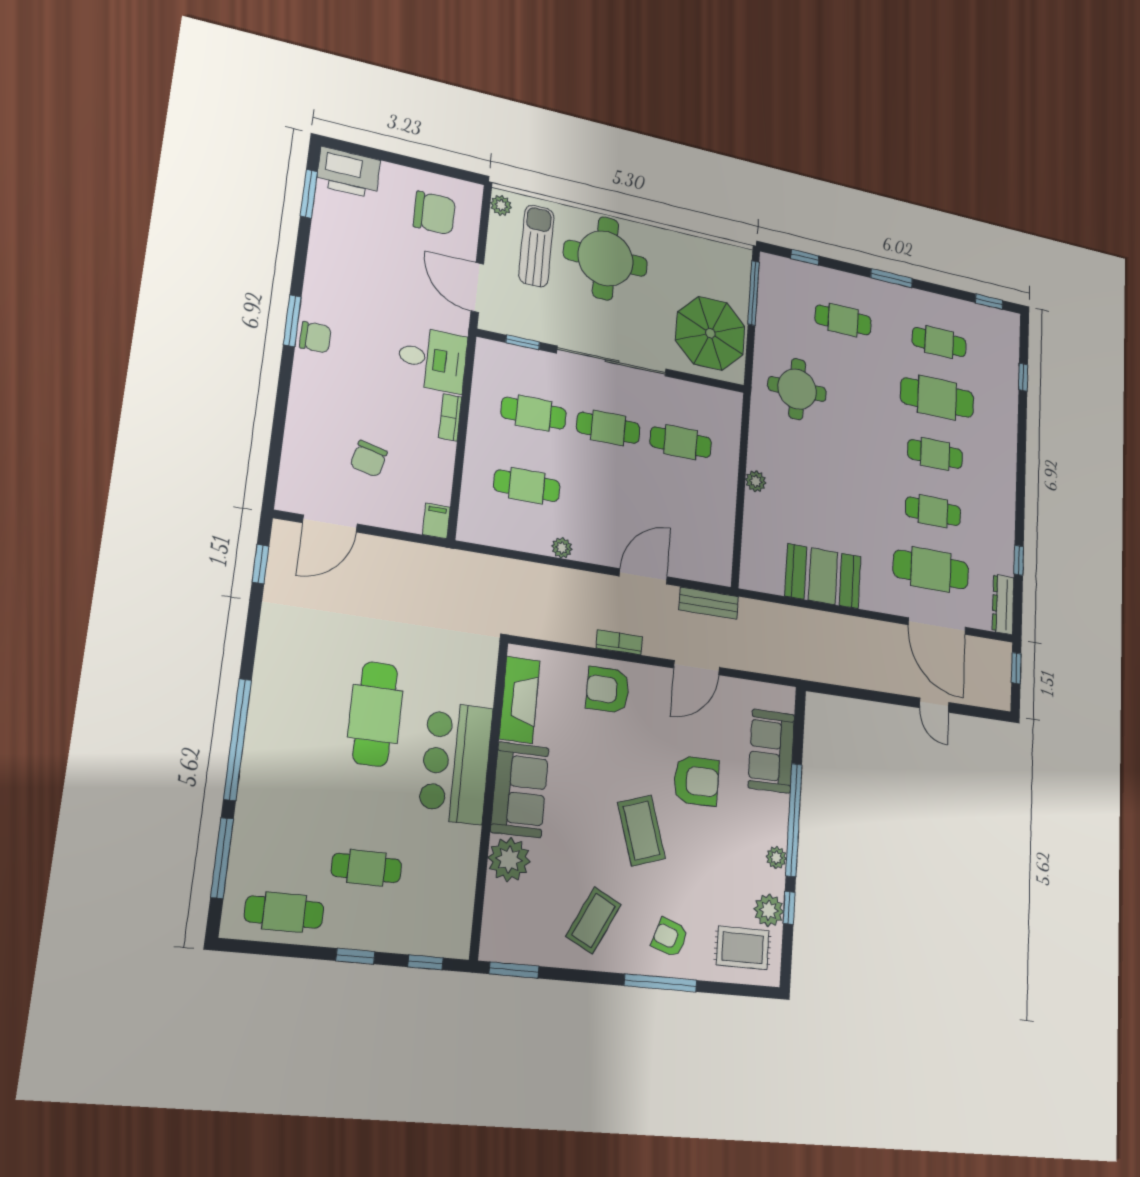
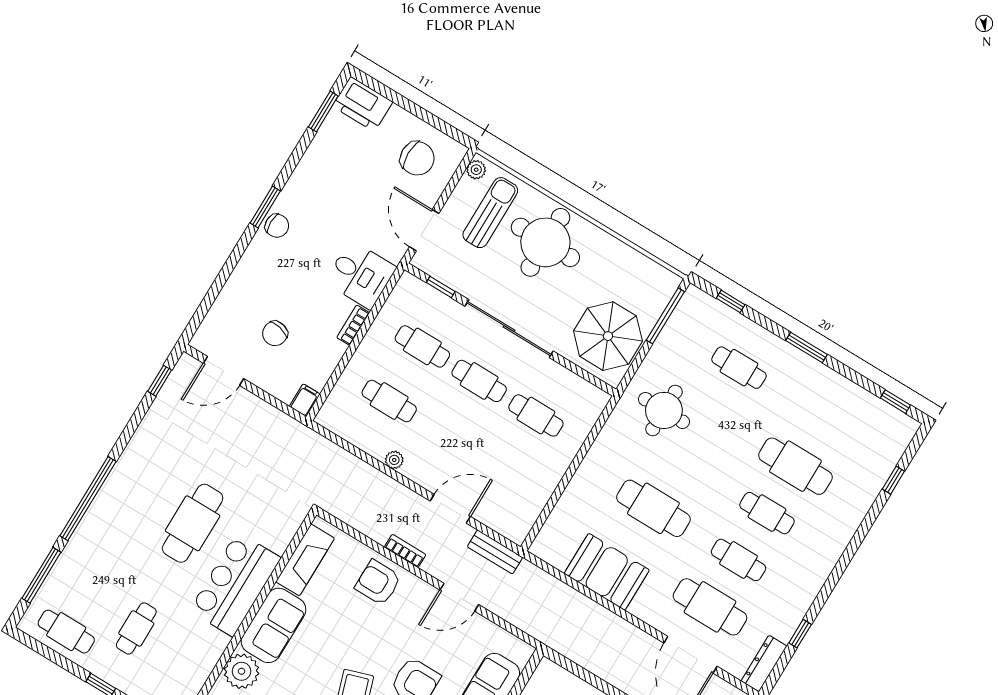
cafe table: (939, 342) -> (653, 508), moved, width x1.37, depth x1.35
plant: (756, 481) -> (586, 472), removed
cafe table: (366, 868) -> (136, 628), turned 90

